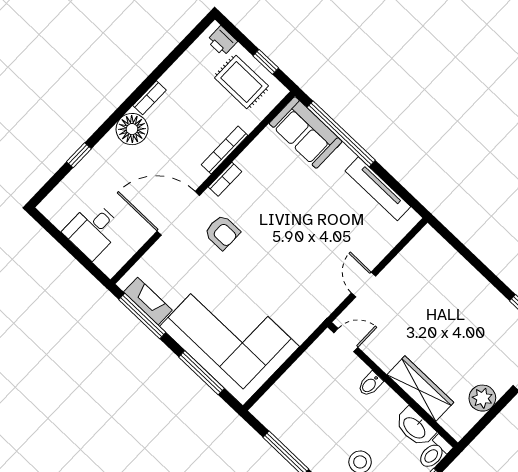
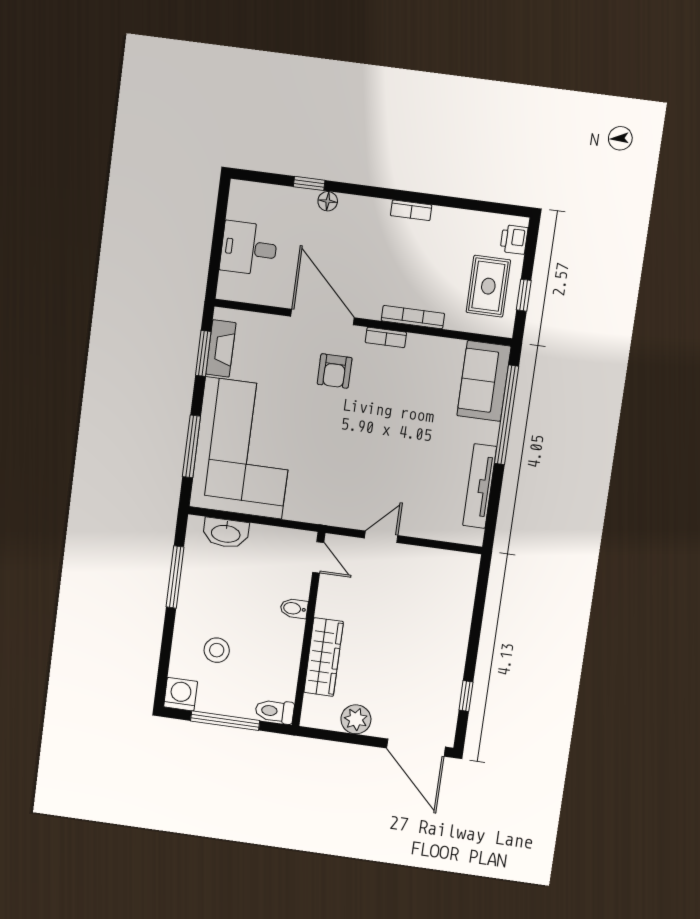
floor lamp: (132, 129) -> (328, 201), moved, width x0.53, depth x0.53
window: (142, 316) -> (203, 353), width x0.69
washbasin: (415, 427) -> (226, 533), moved, turned -90

